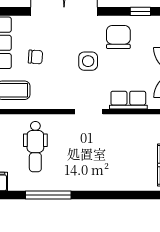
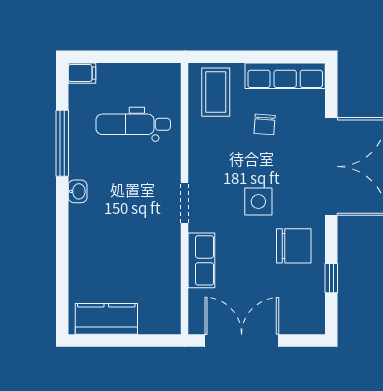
washbasin: (81, 185) -> (78, 191), added

